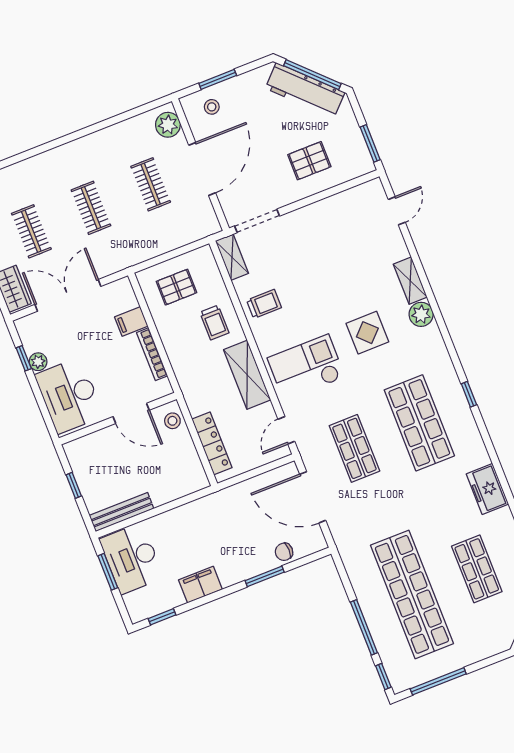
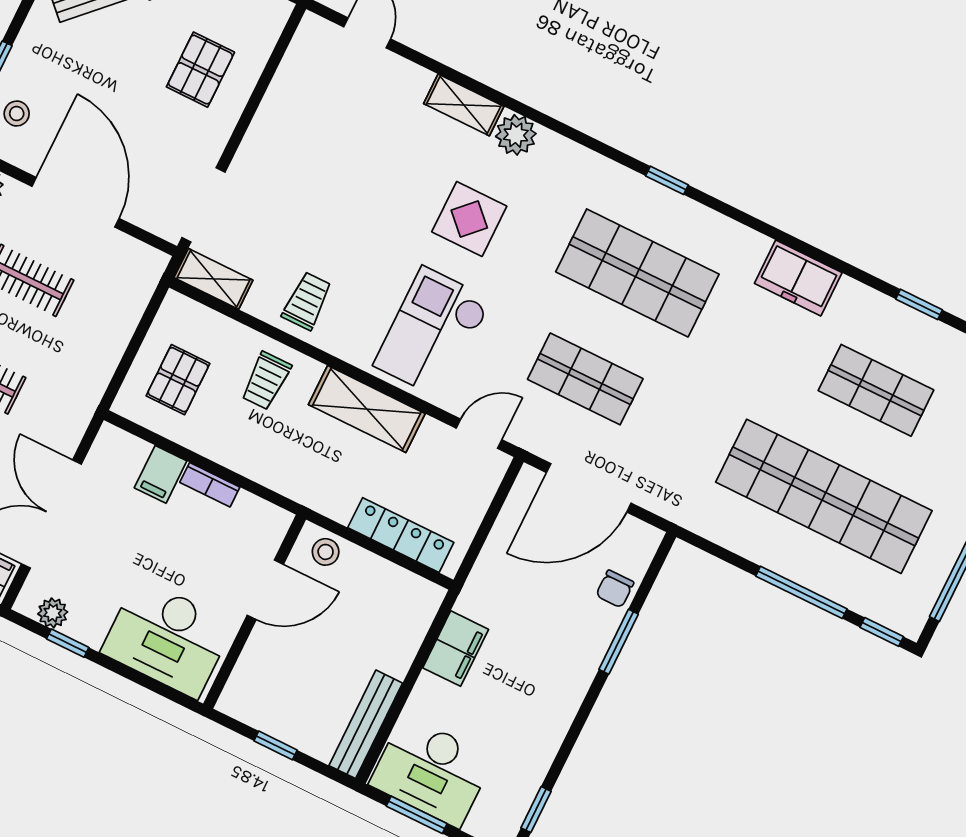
trolley: (214, 322) -> (266, 381), turned 90
bookcase: (152, 354) -> (210, 485), width x0.64
plant: (38, 362) -> (53, 613), moved
door: (286, 430) -> (479, 434), swing flipped
filing cabinet: (200, 585) -> (456, 649), moved, turned 180

